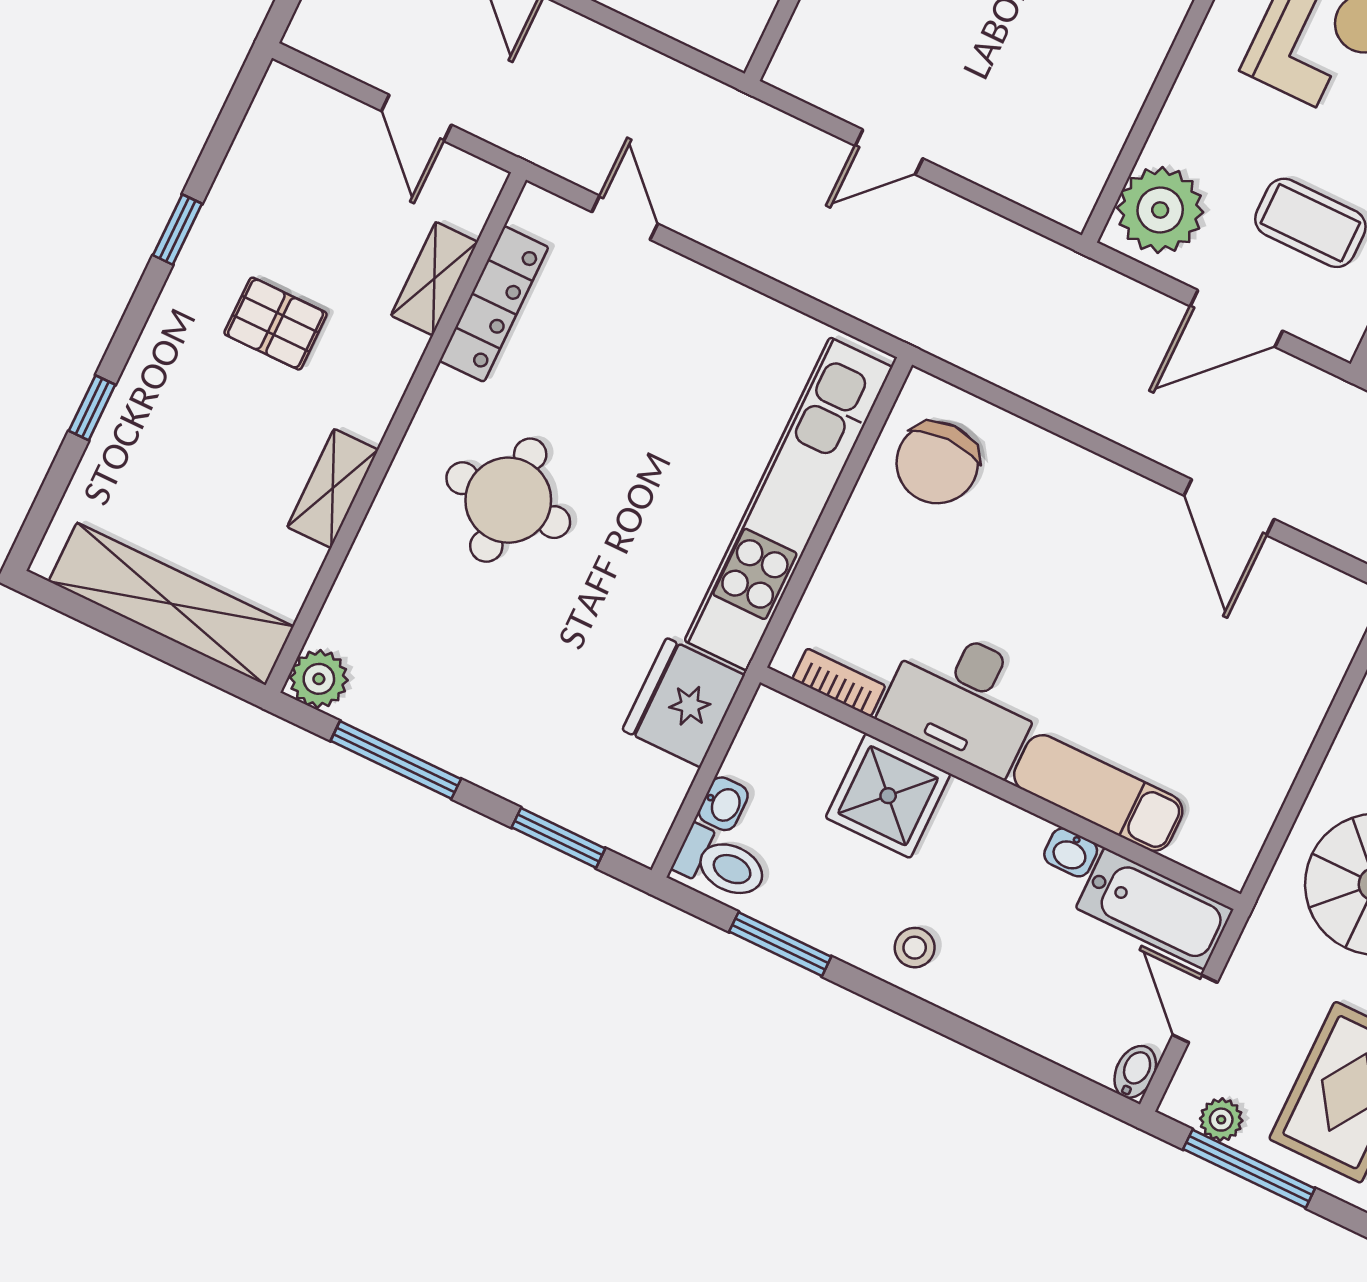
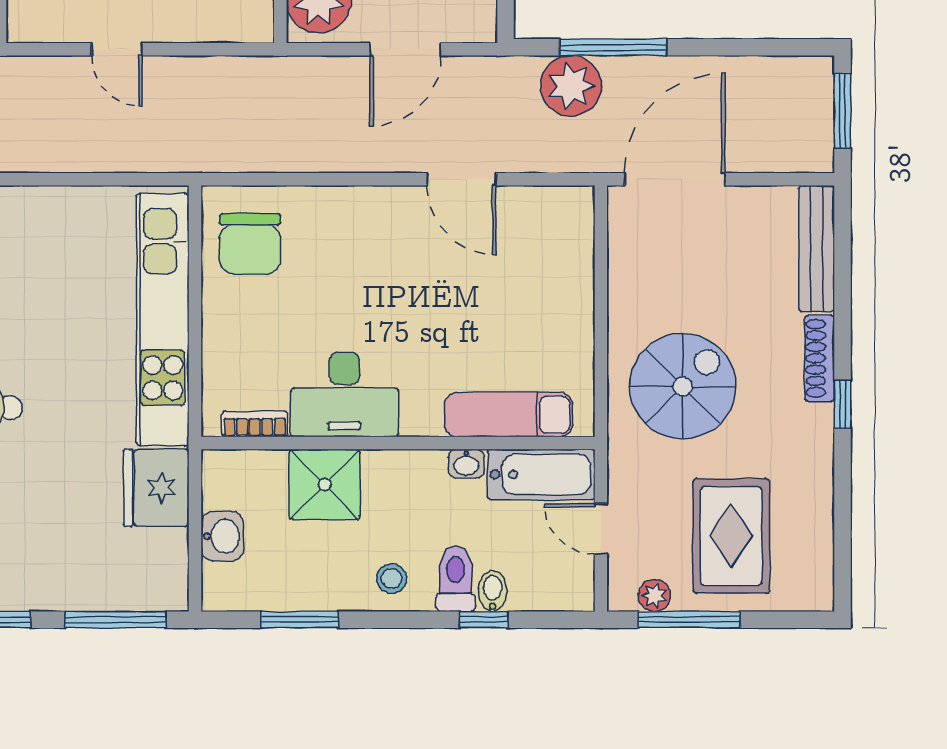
door: (889, 152) -> (117, 49), hinge flipped
exam couch: (1098, 793) -> (509, 415), moved
washbasin: (723, 804) -> (222, 536), width x1.38, depth x1.45
window: (558, 838) -> (115, 620), width x1.44
toilet: (721, 864) -> (456, 579), moved, turned -90
window: (1002, 1050) -> (484, 620), added
bidet: (1135, 1072) -> (493, 591), moved

